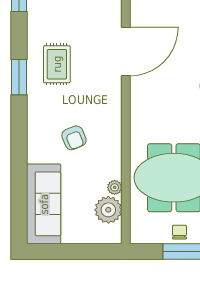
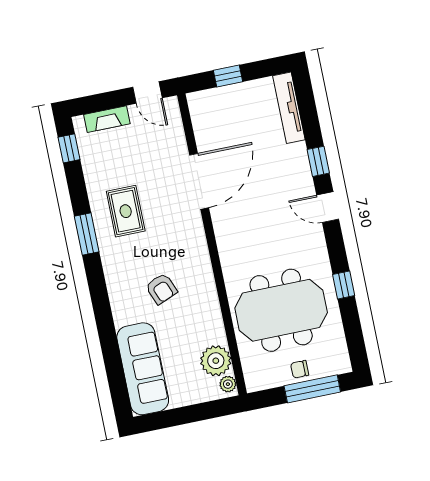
plant: (115, 187) -> (228, 384), moved
chair: (179, 232) -> (300, 369), turned -90

